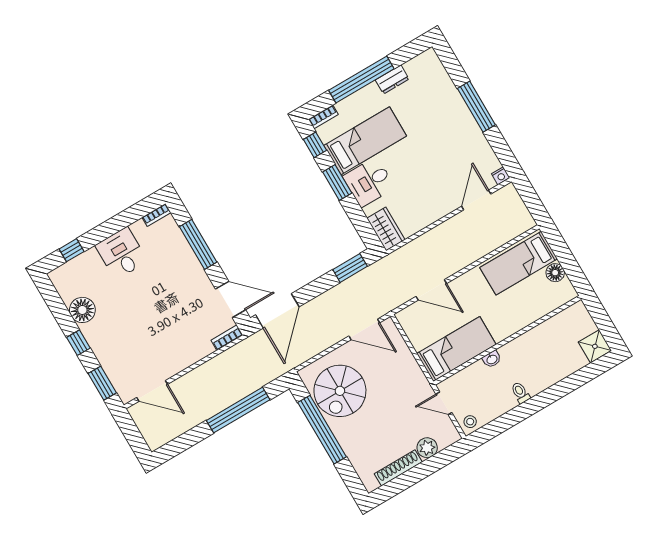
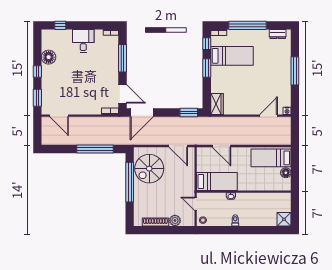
dresser: (392, 79) -> (278, 34), moved
desk: (369, 182) -> (222, 77), removed

